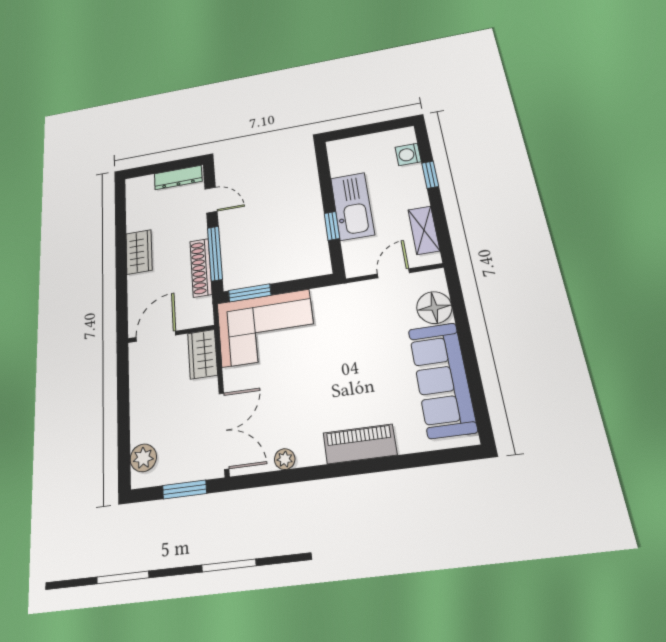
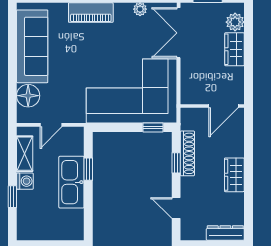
washing machine: (408, 154) -> (25, 181), moved
dresser: (178, 177) -> (225, 233), moved
window: (215, 253) -> (176, 163), width x0.46
window: (250, 293) -> (153, 128), width x0.67
corner sofa: (266, 328) -> (132, 91), width x1.36, depth x1.36
wardrobe: (203, 354) -> (235, 49), moved, turned 180

